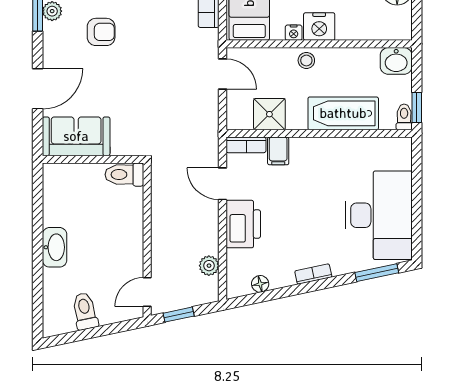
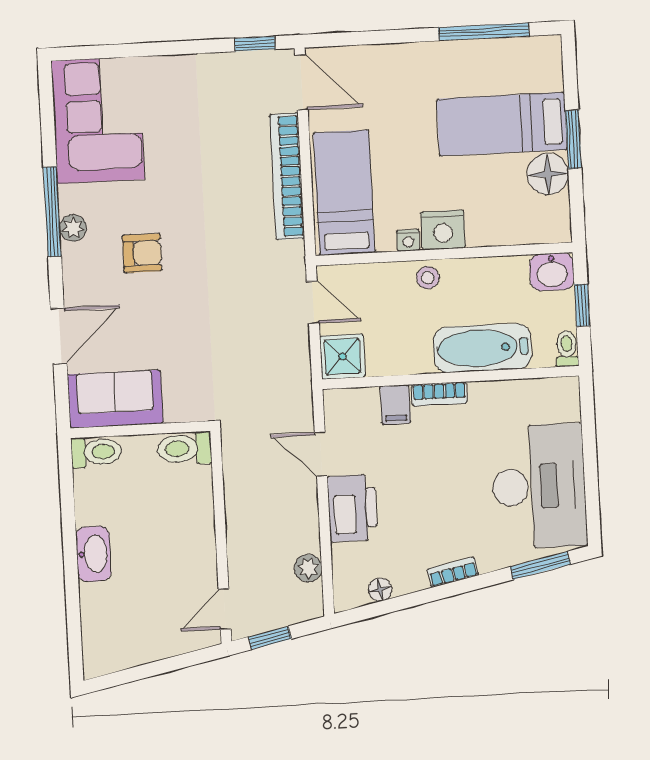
window: (417, 108) -> (582, 305), moved
shower: (269, 114) -> (342, 357), moved
bookcase: (246, 145) -> (439, 394), moved
toilet: (85, 311) -> (96, 452), moved, turned 102

